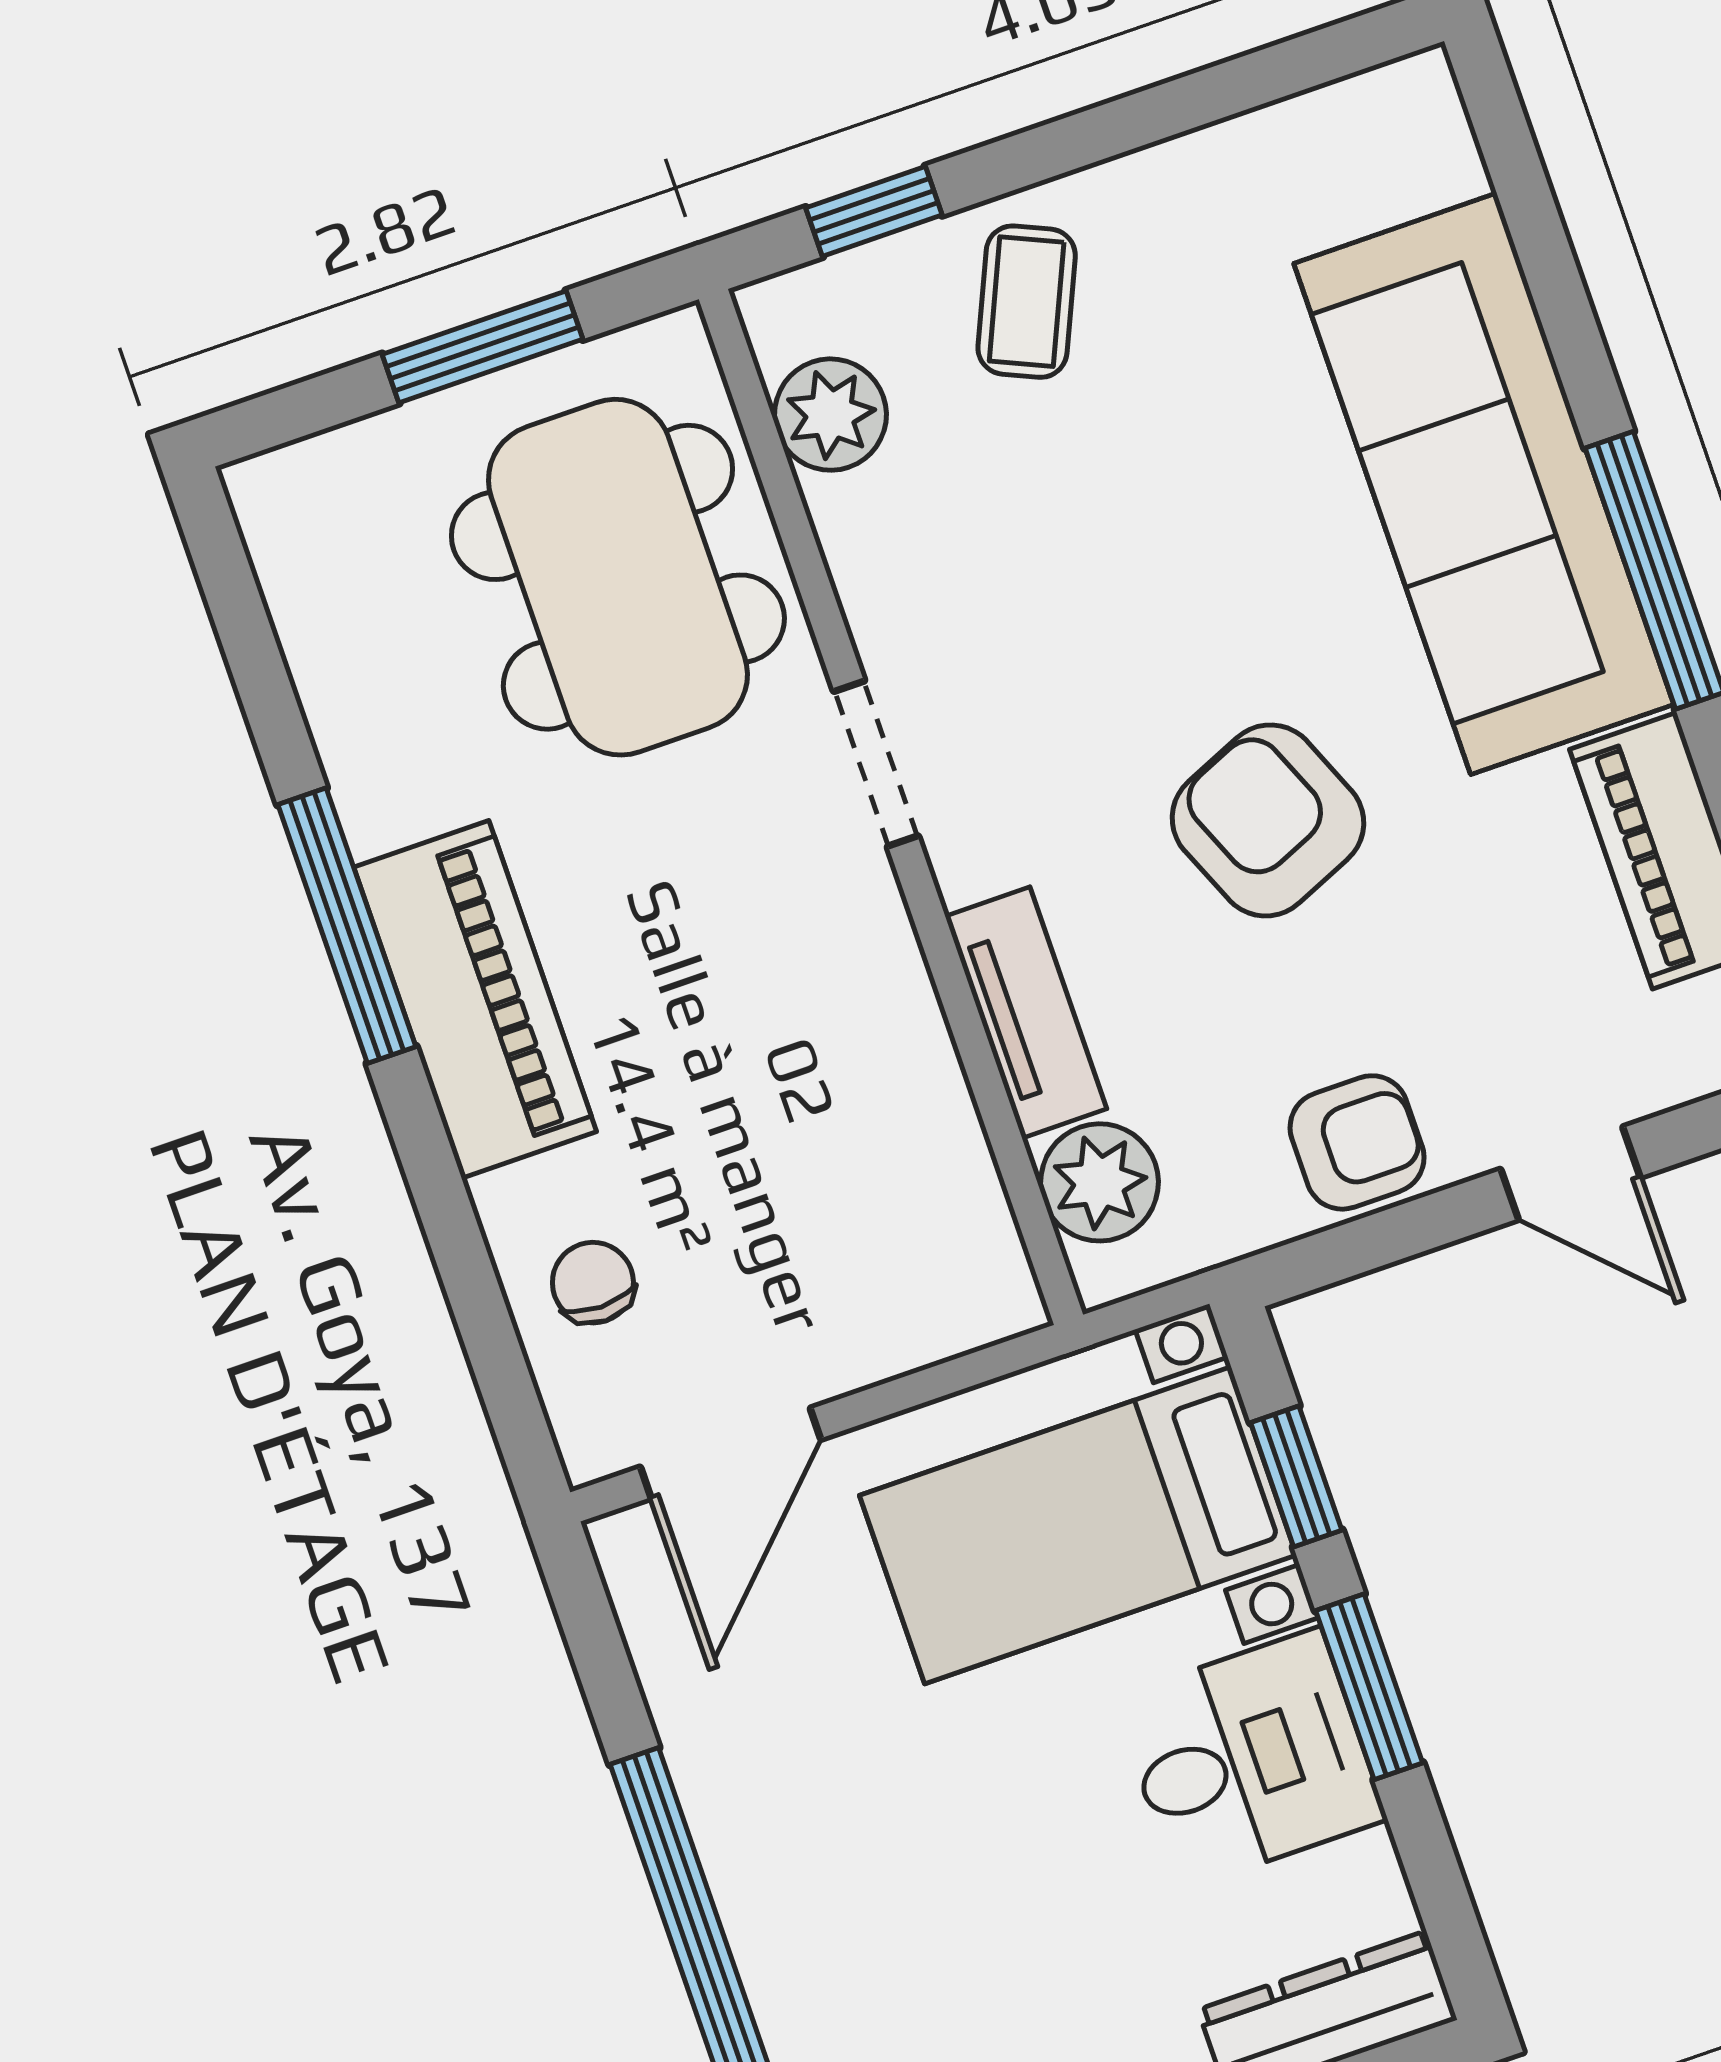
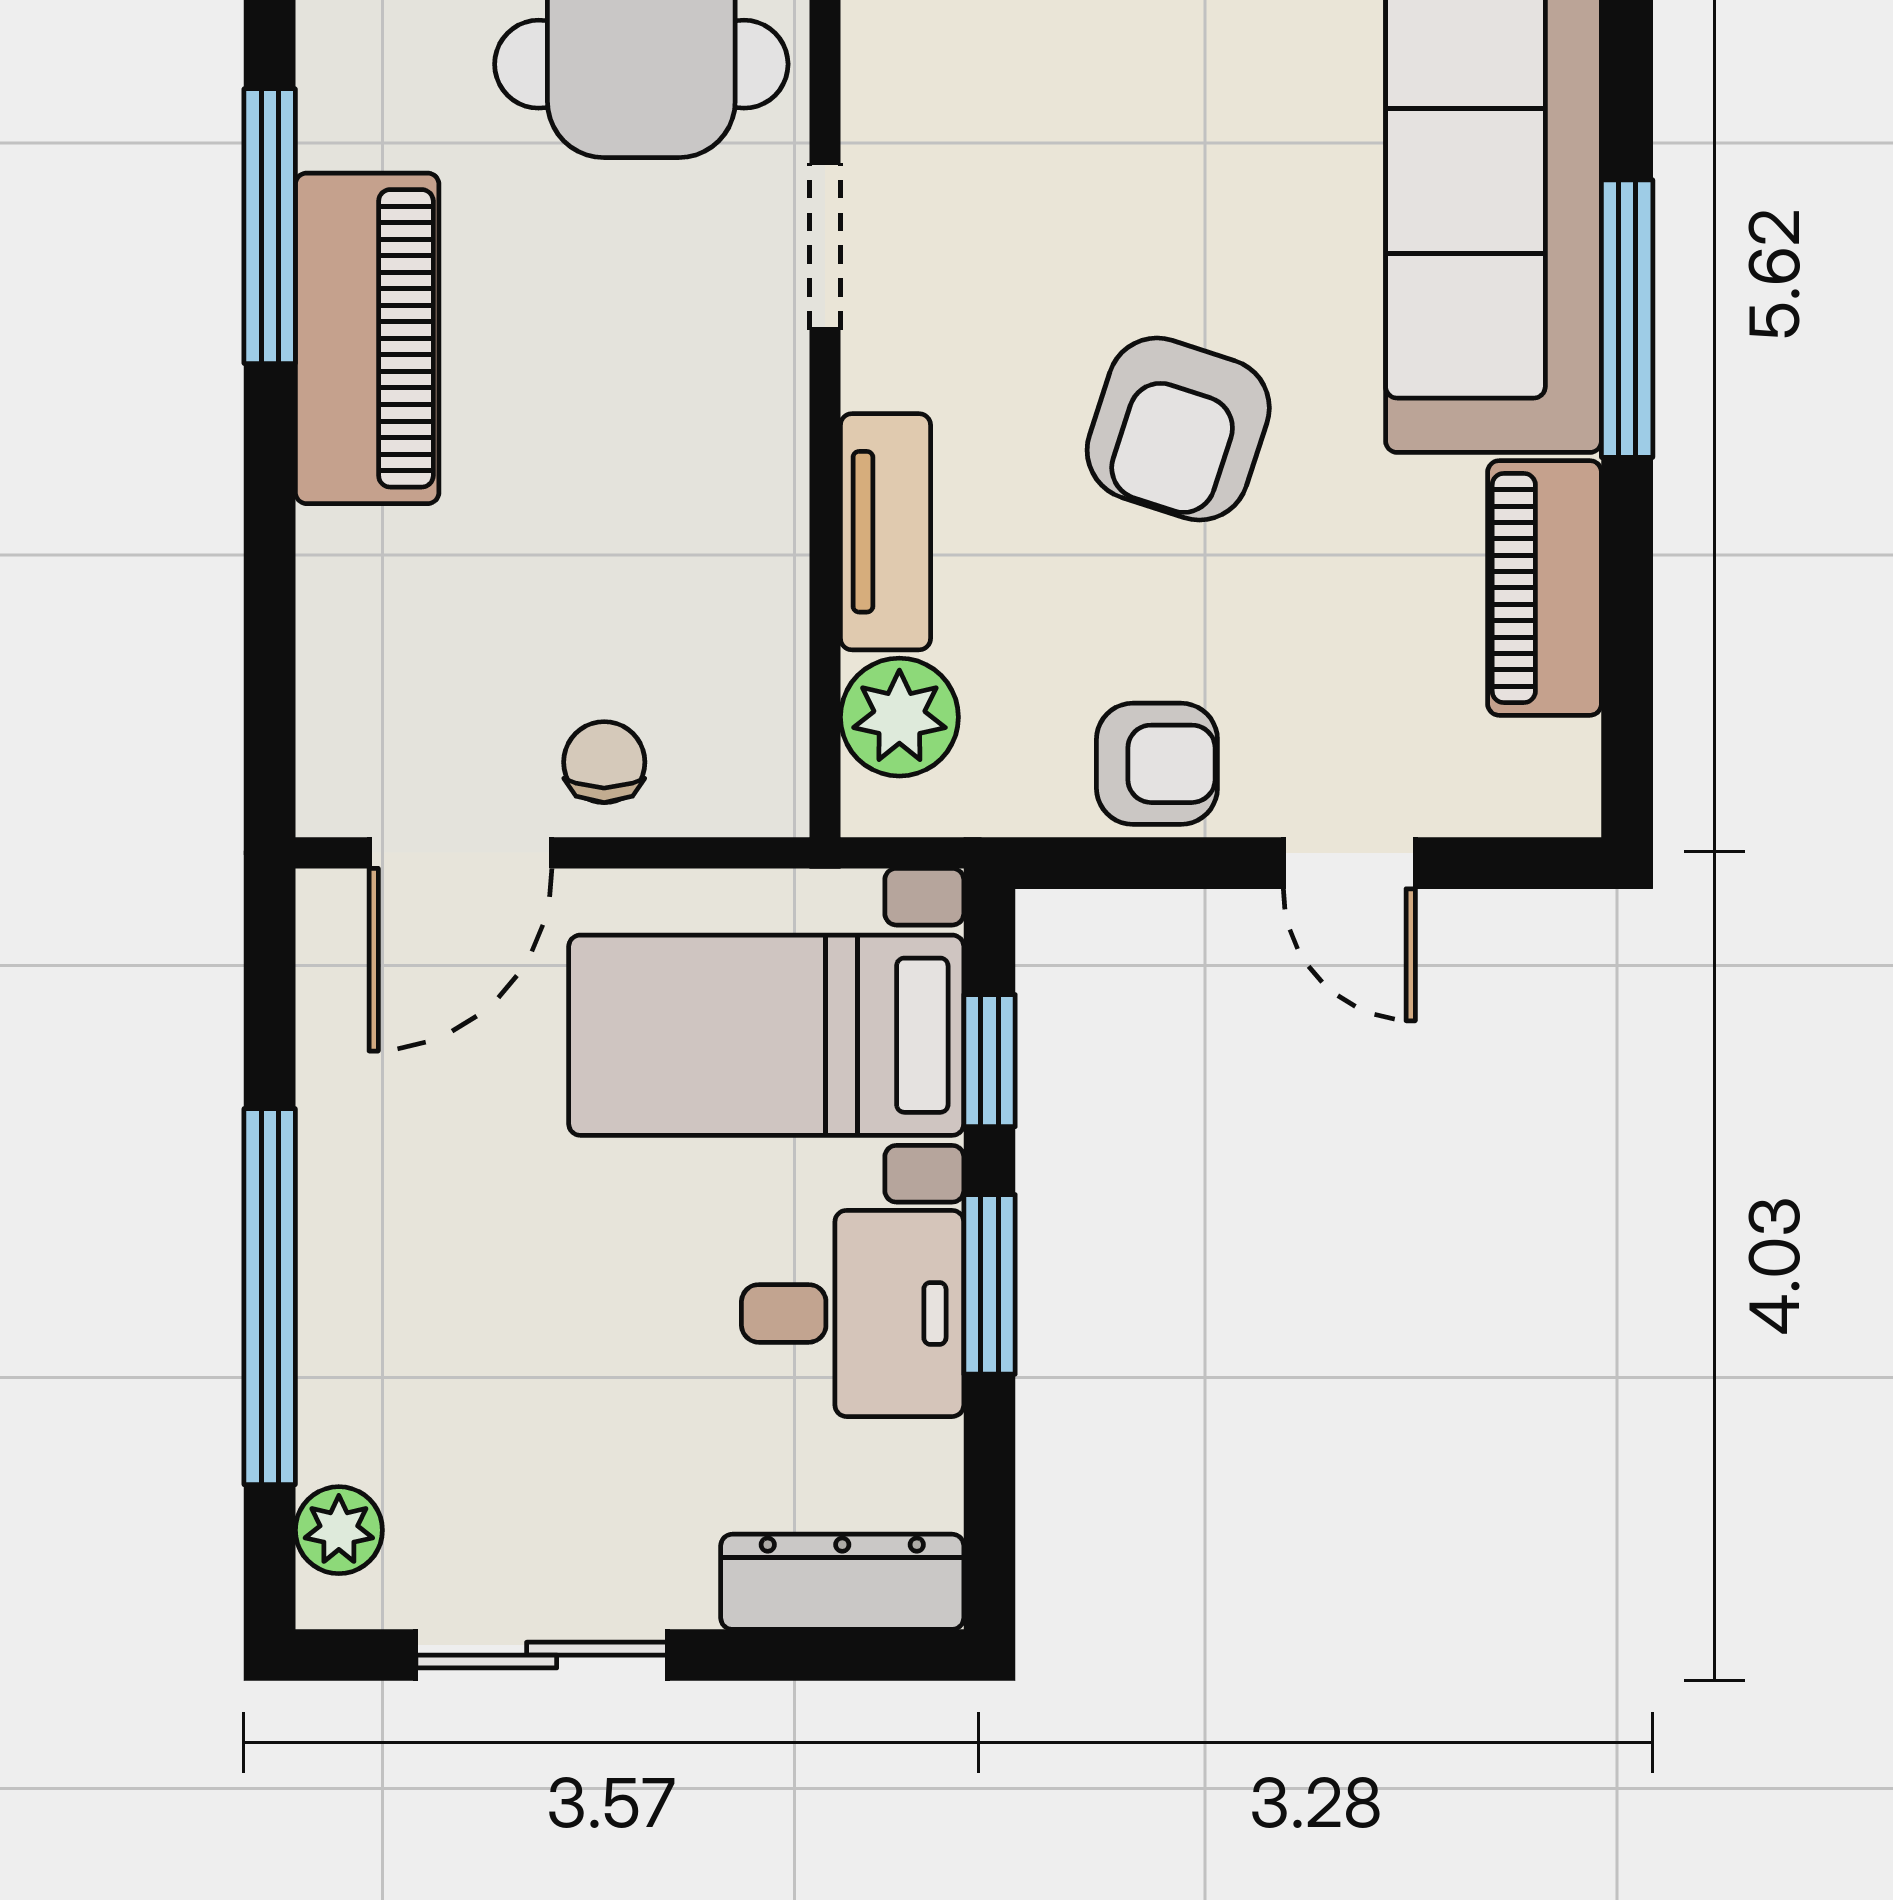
armchair: (1268, 820) -> (1178, 429), turned -139
chair: (593, 1283) -> (604, 762), moved

